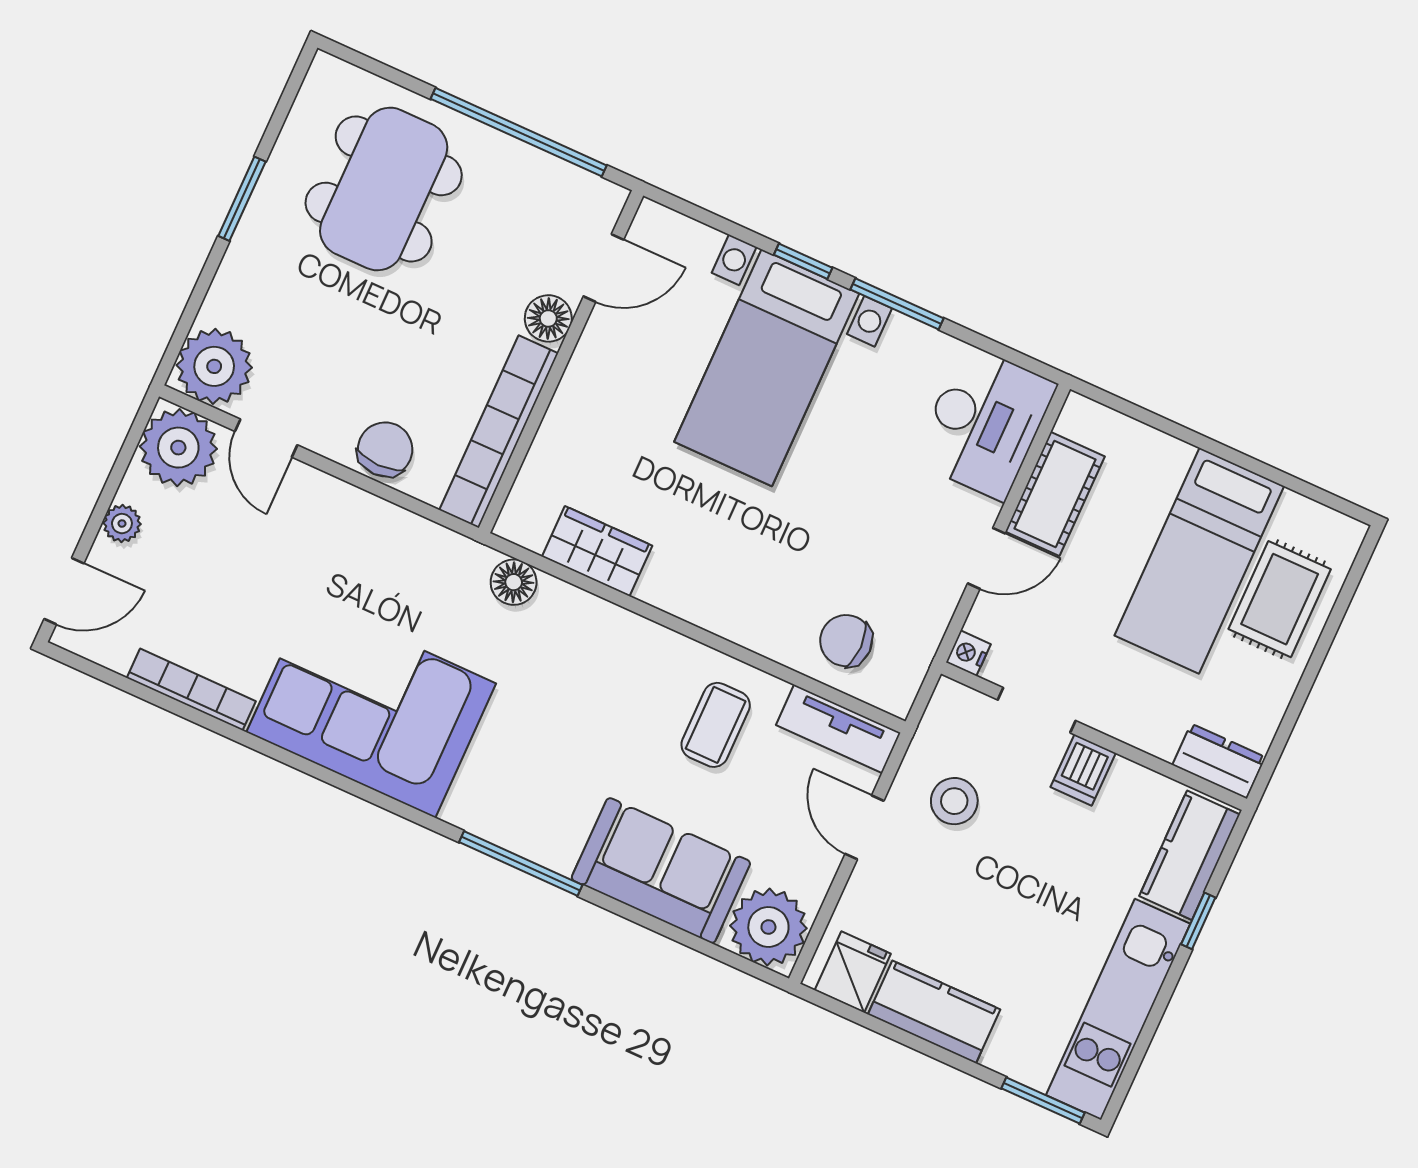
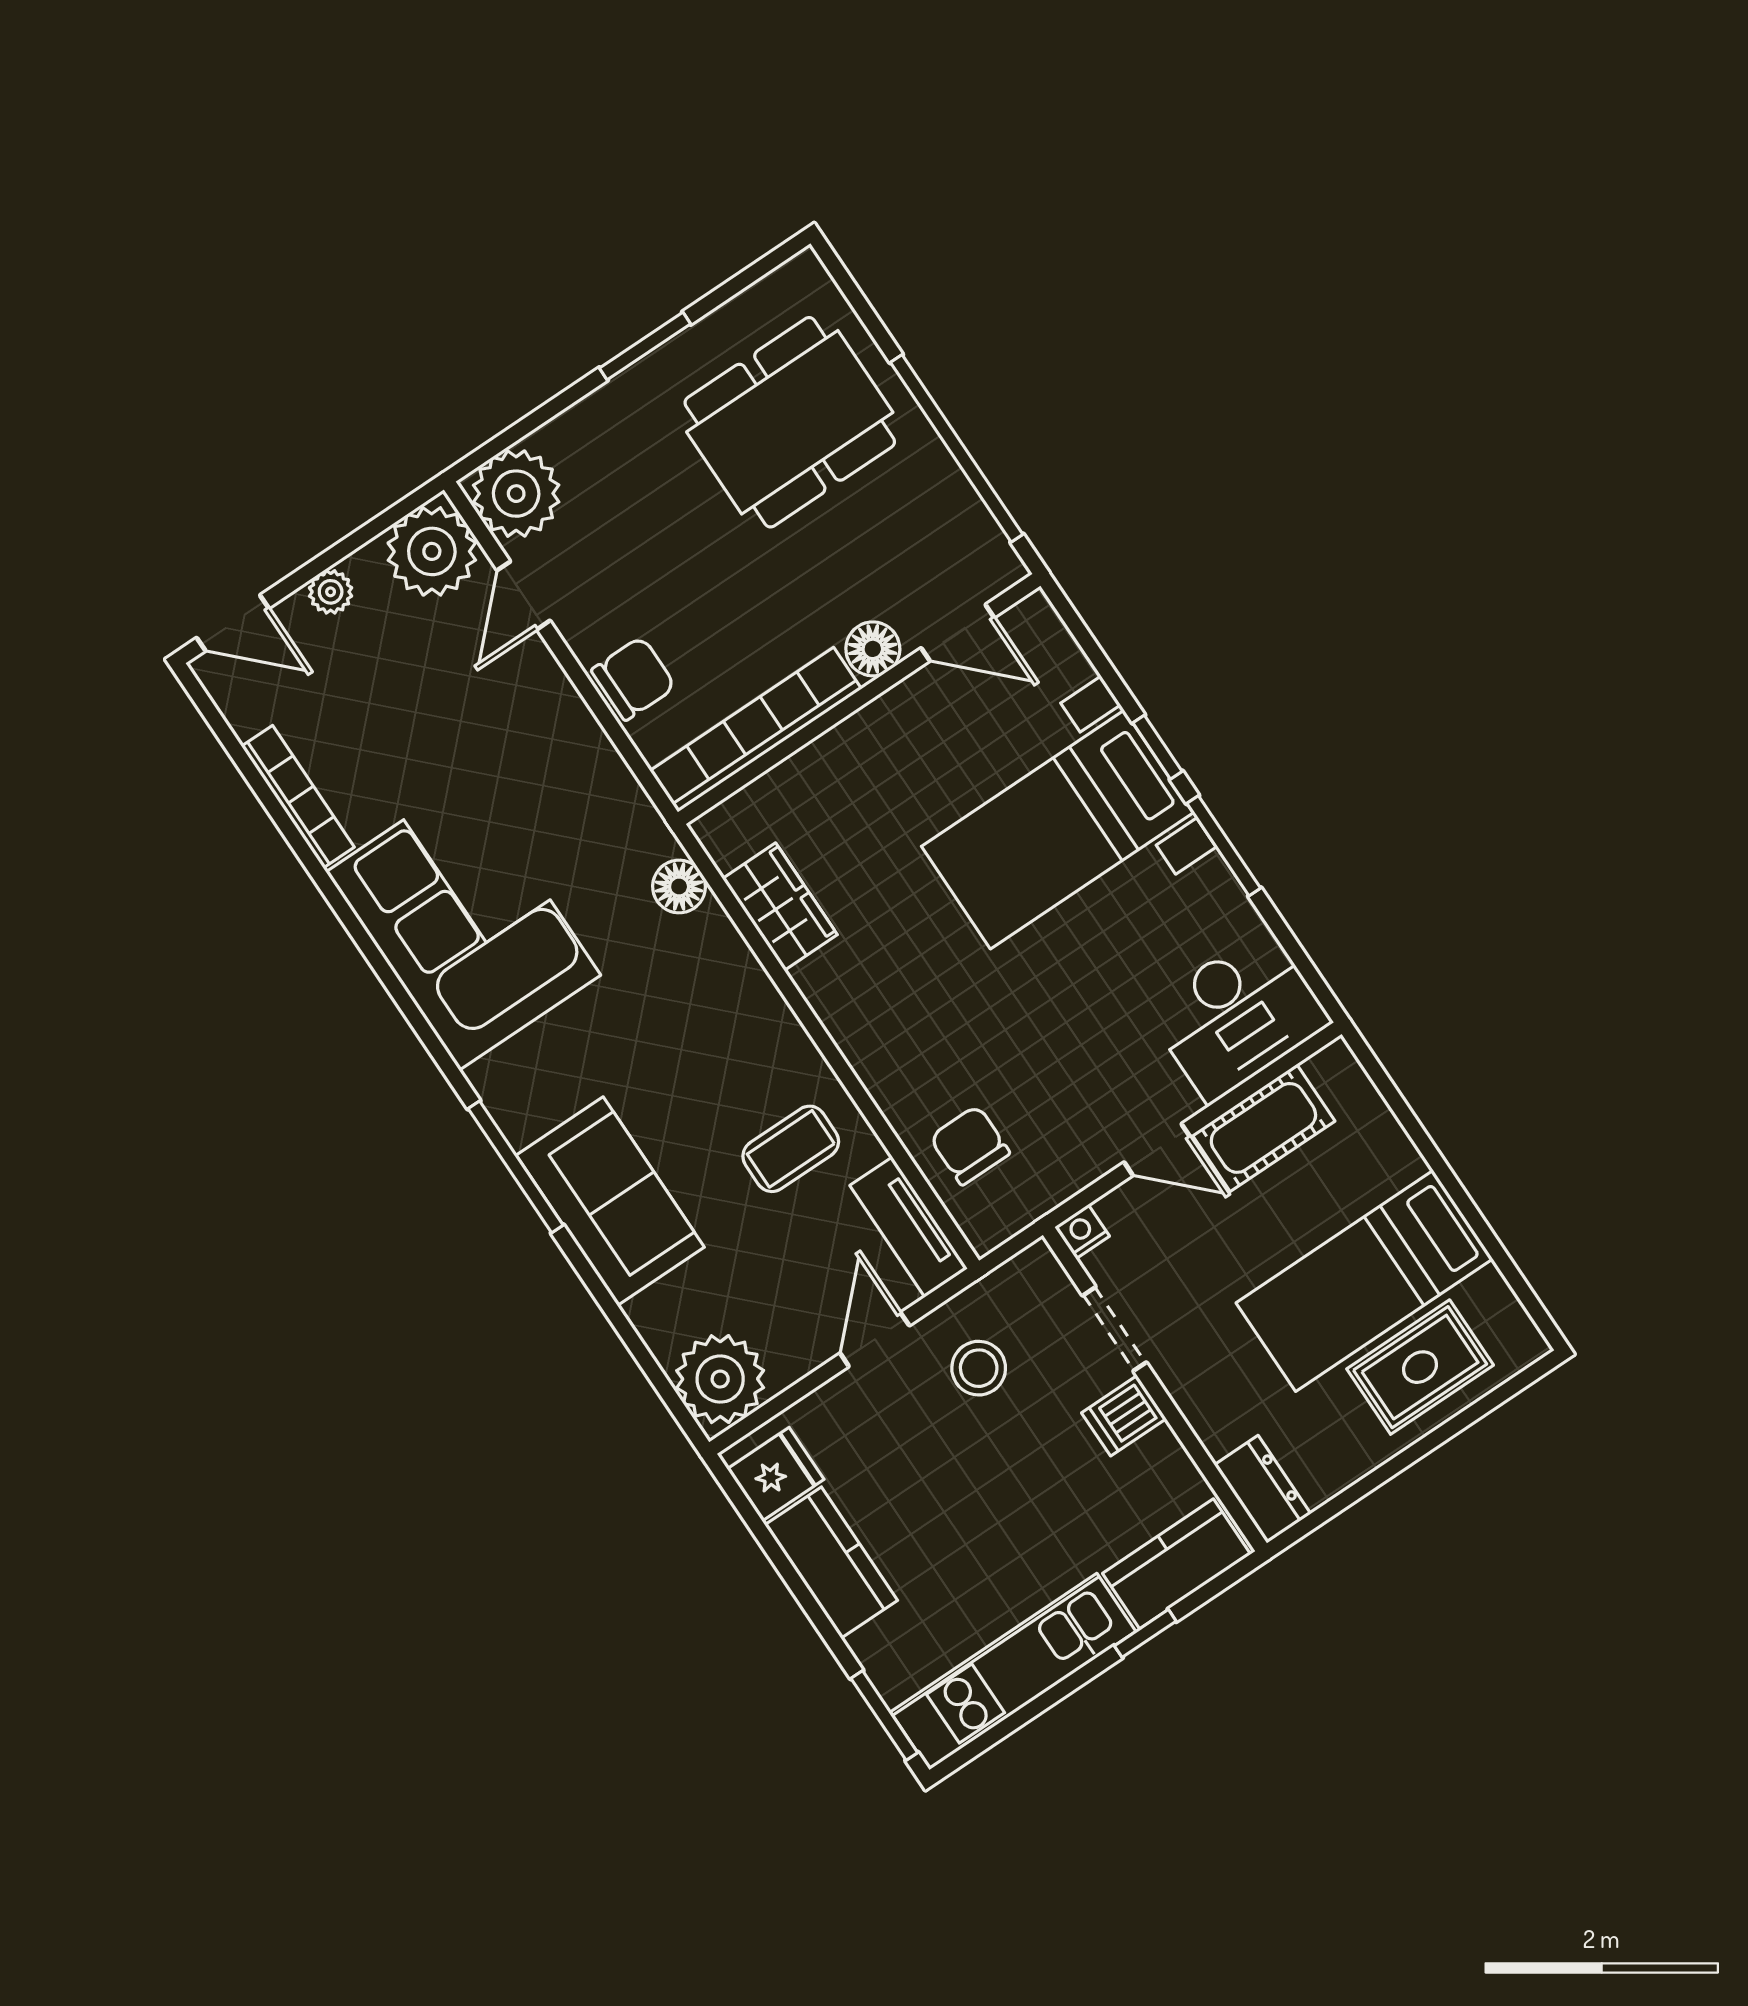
sofa: (661, 871) -> (610, 1201), moved

